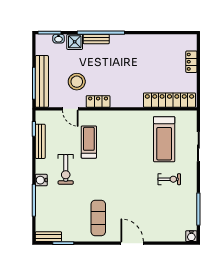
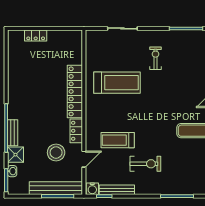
locker: (169, 100) -> (75, 91), moved
treadmill: (164, 139) -> (117, 83), moved
water cooler: (41, 180) -> (92, 189), moved

